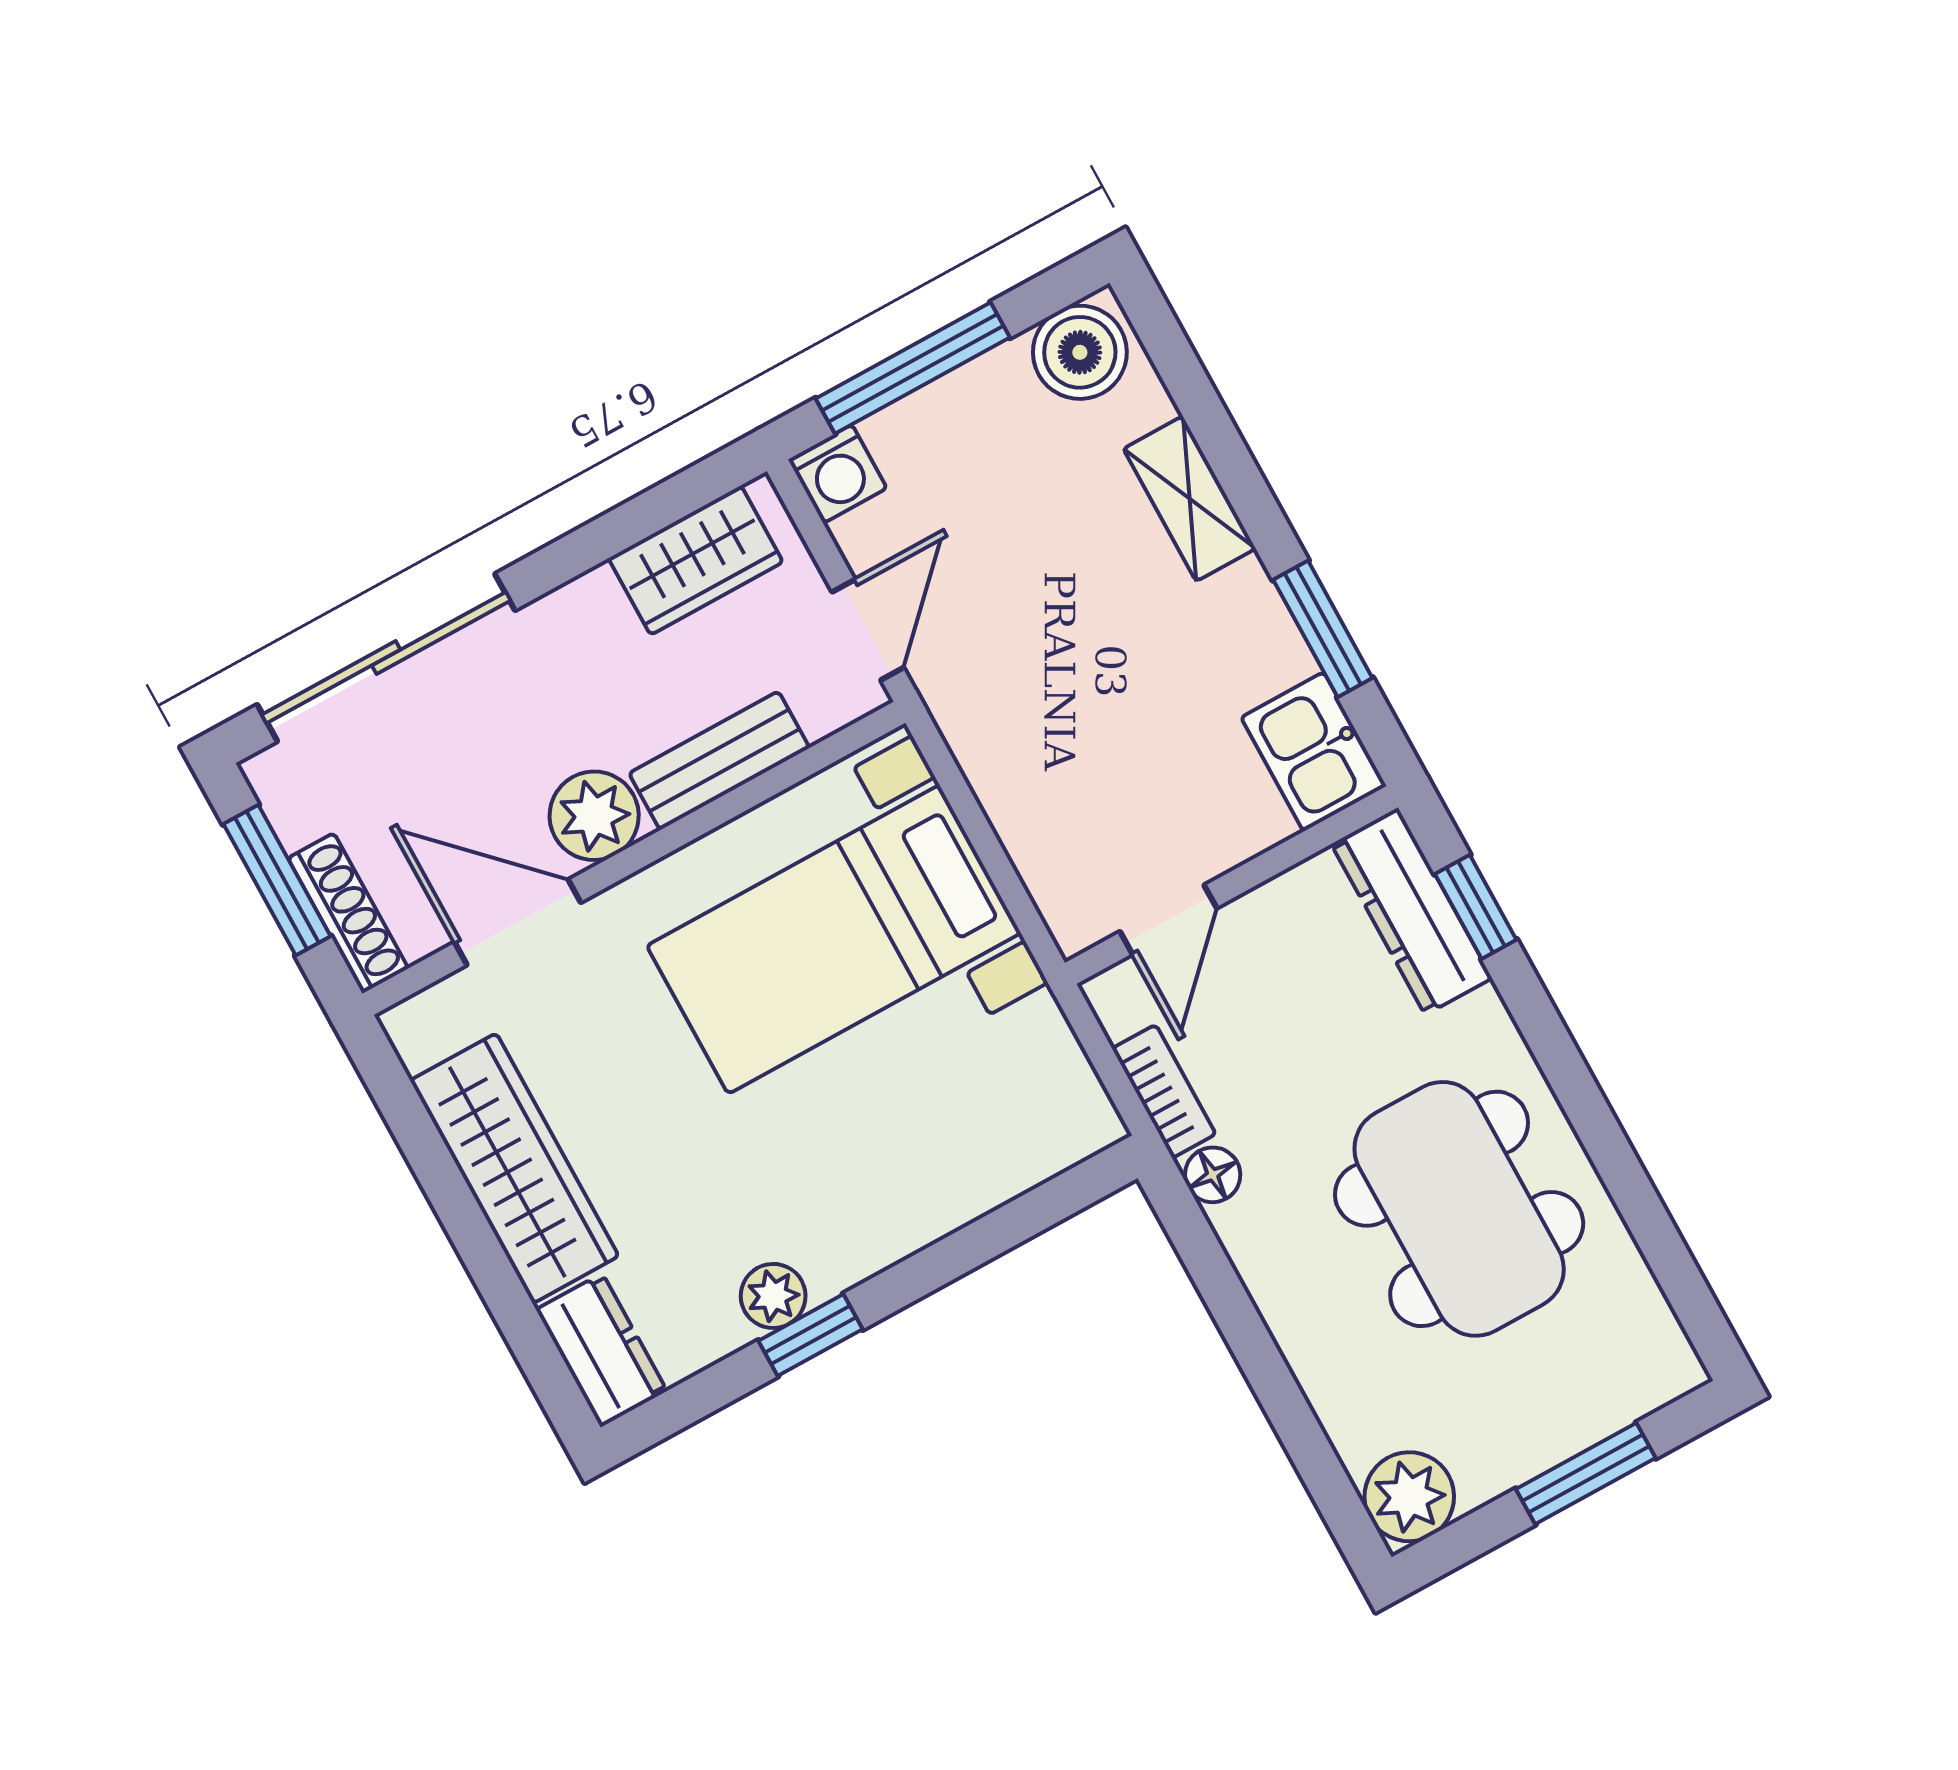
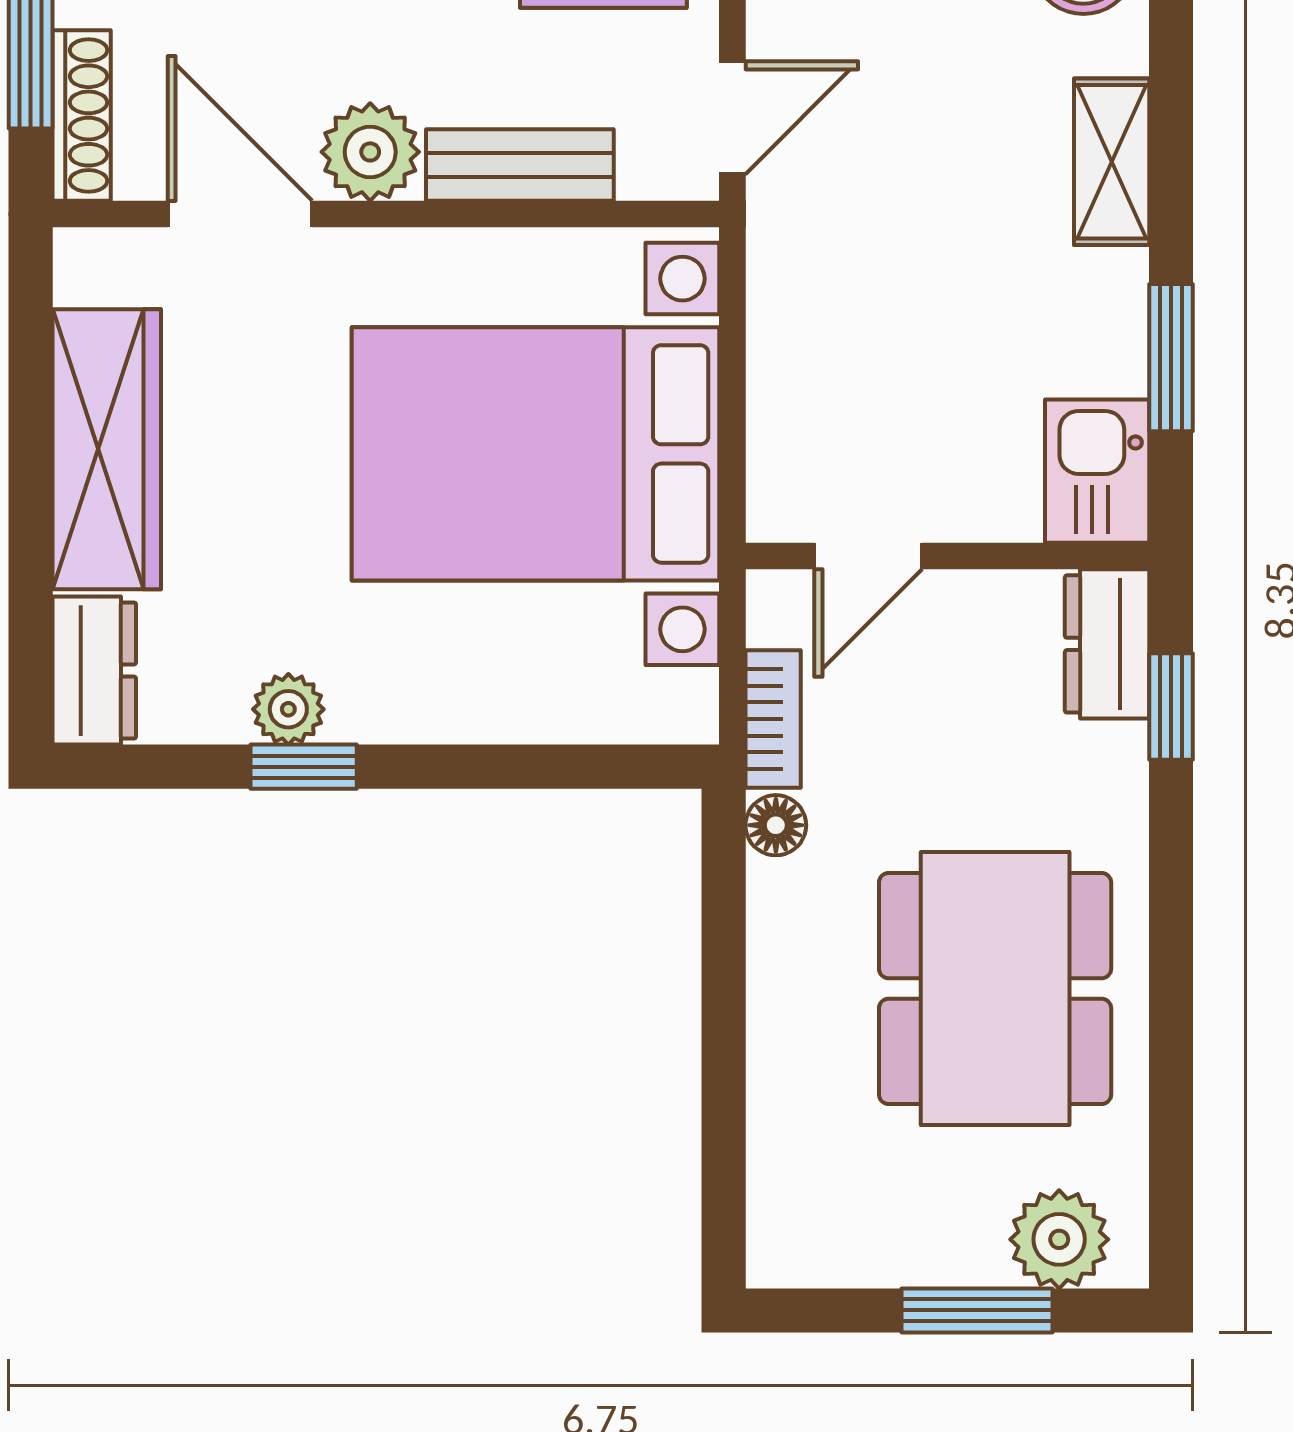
dresser: (1412, 911) -> (1107, 644), width x0.70
bed with nightstands: (834, 939) -> (535, 454), width x1.36
plant: (1409, 1497) -> (1059, 1239), moved

